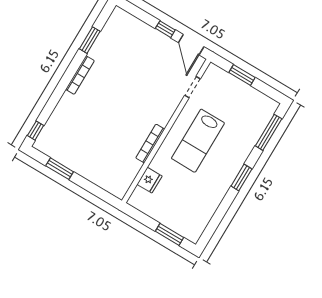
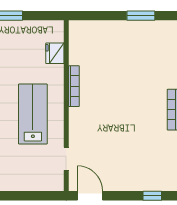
window: (165, 29) -> (152, 196), moved
window: (242, 75) -> (29, 196), removed

